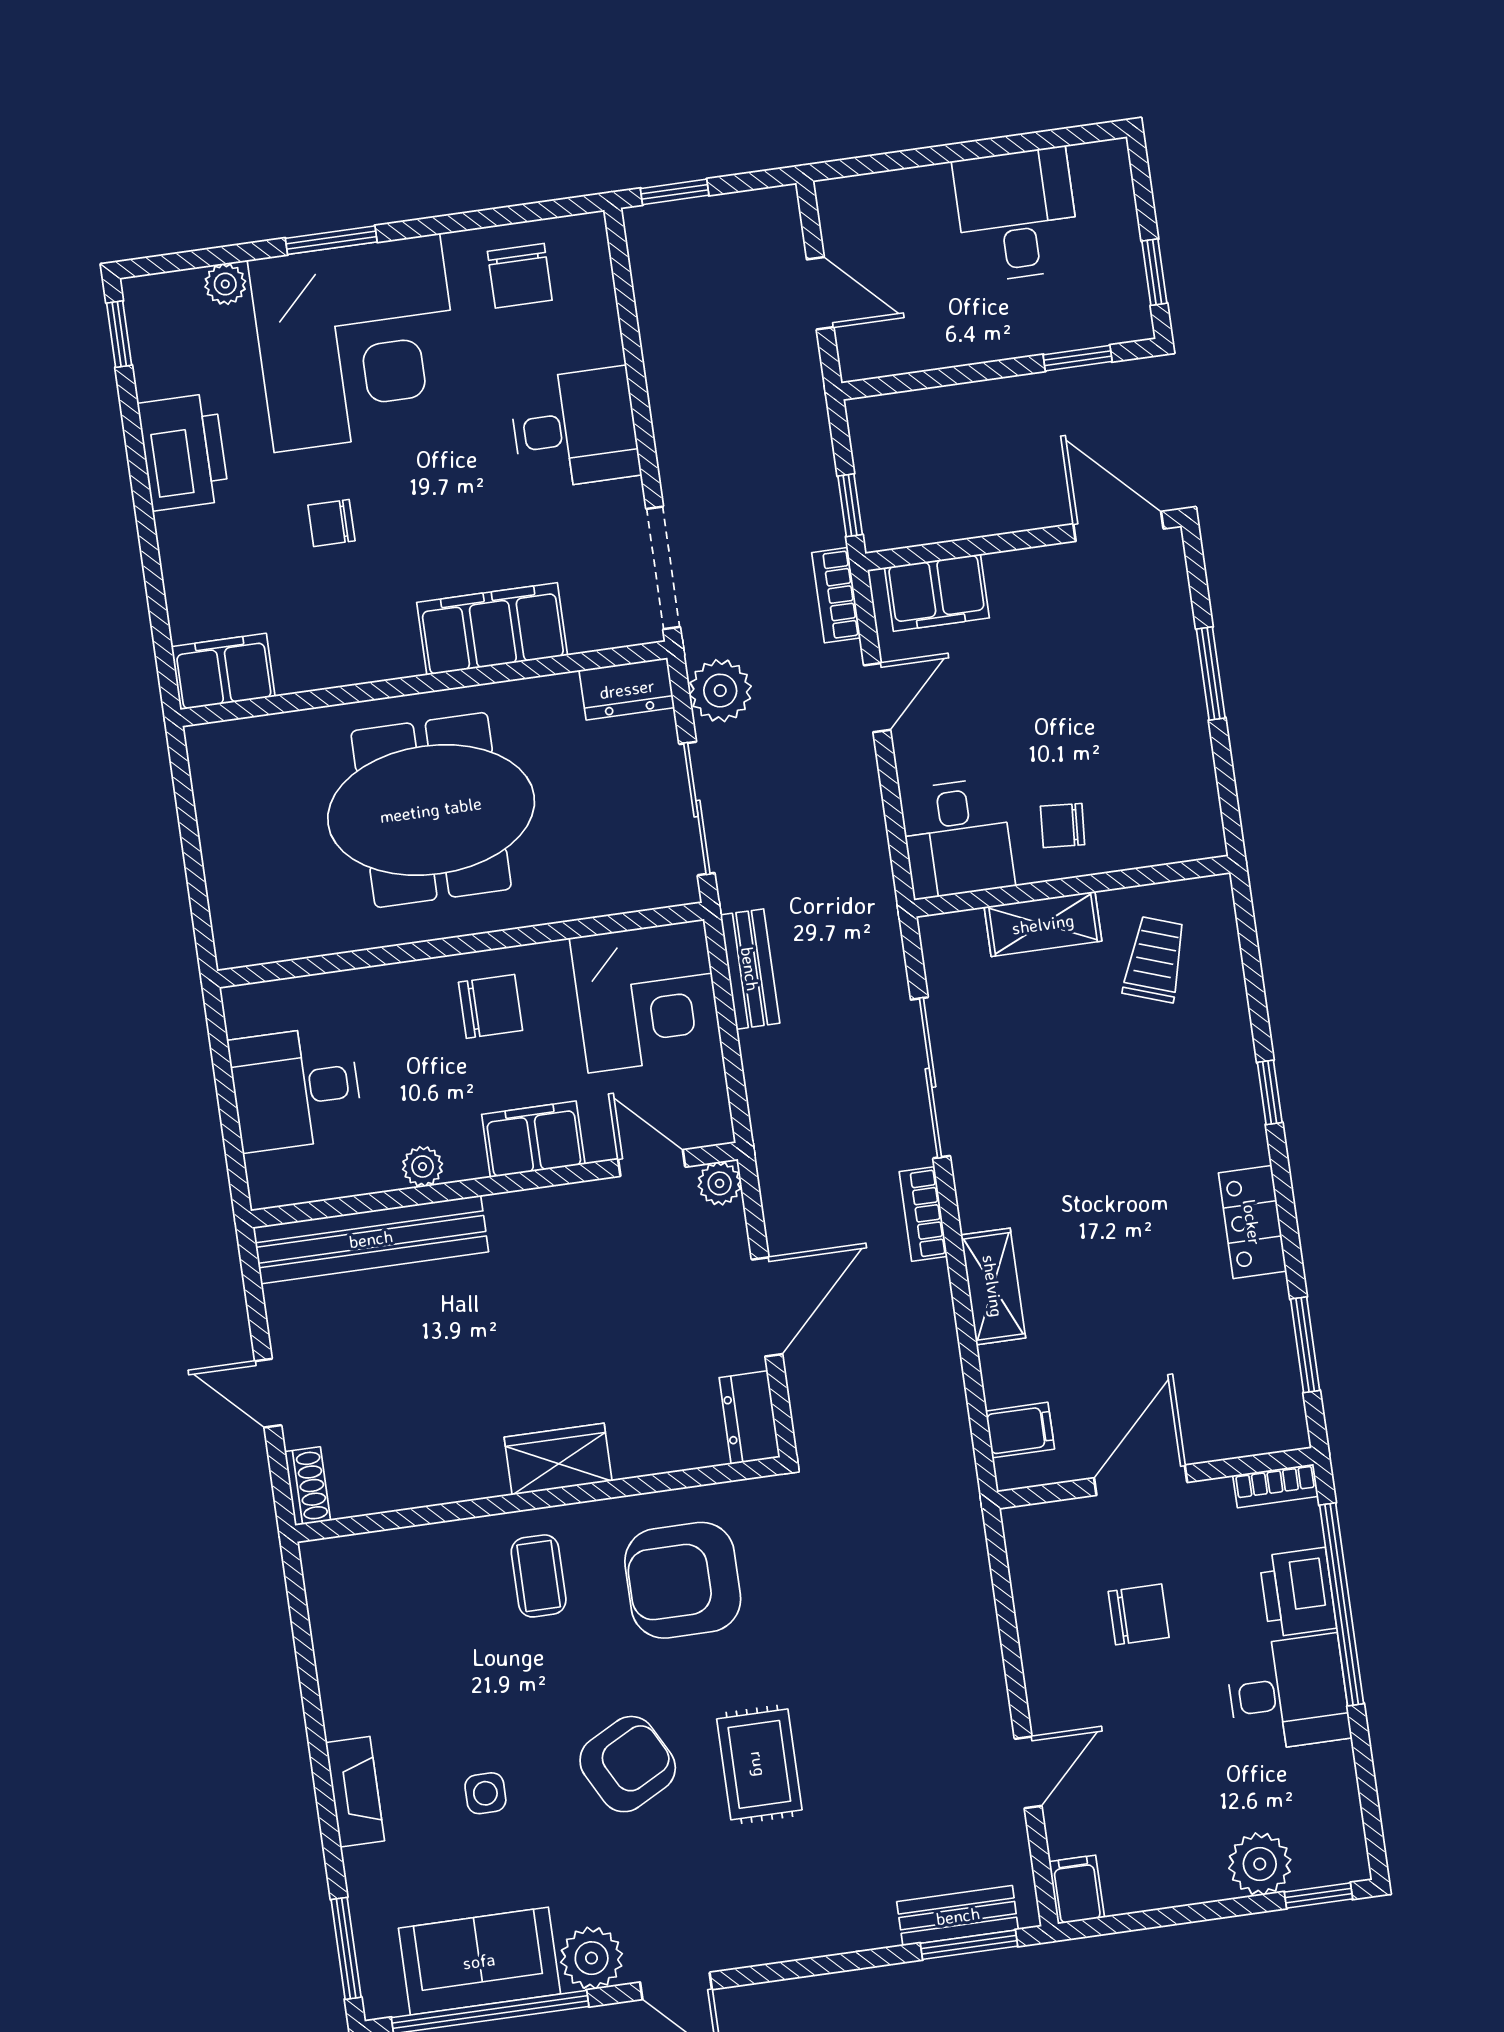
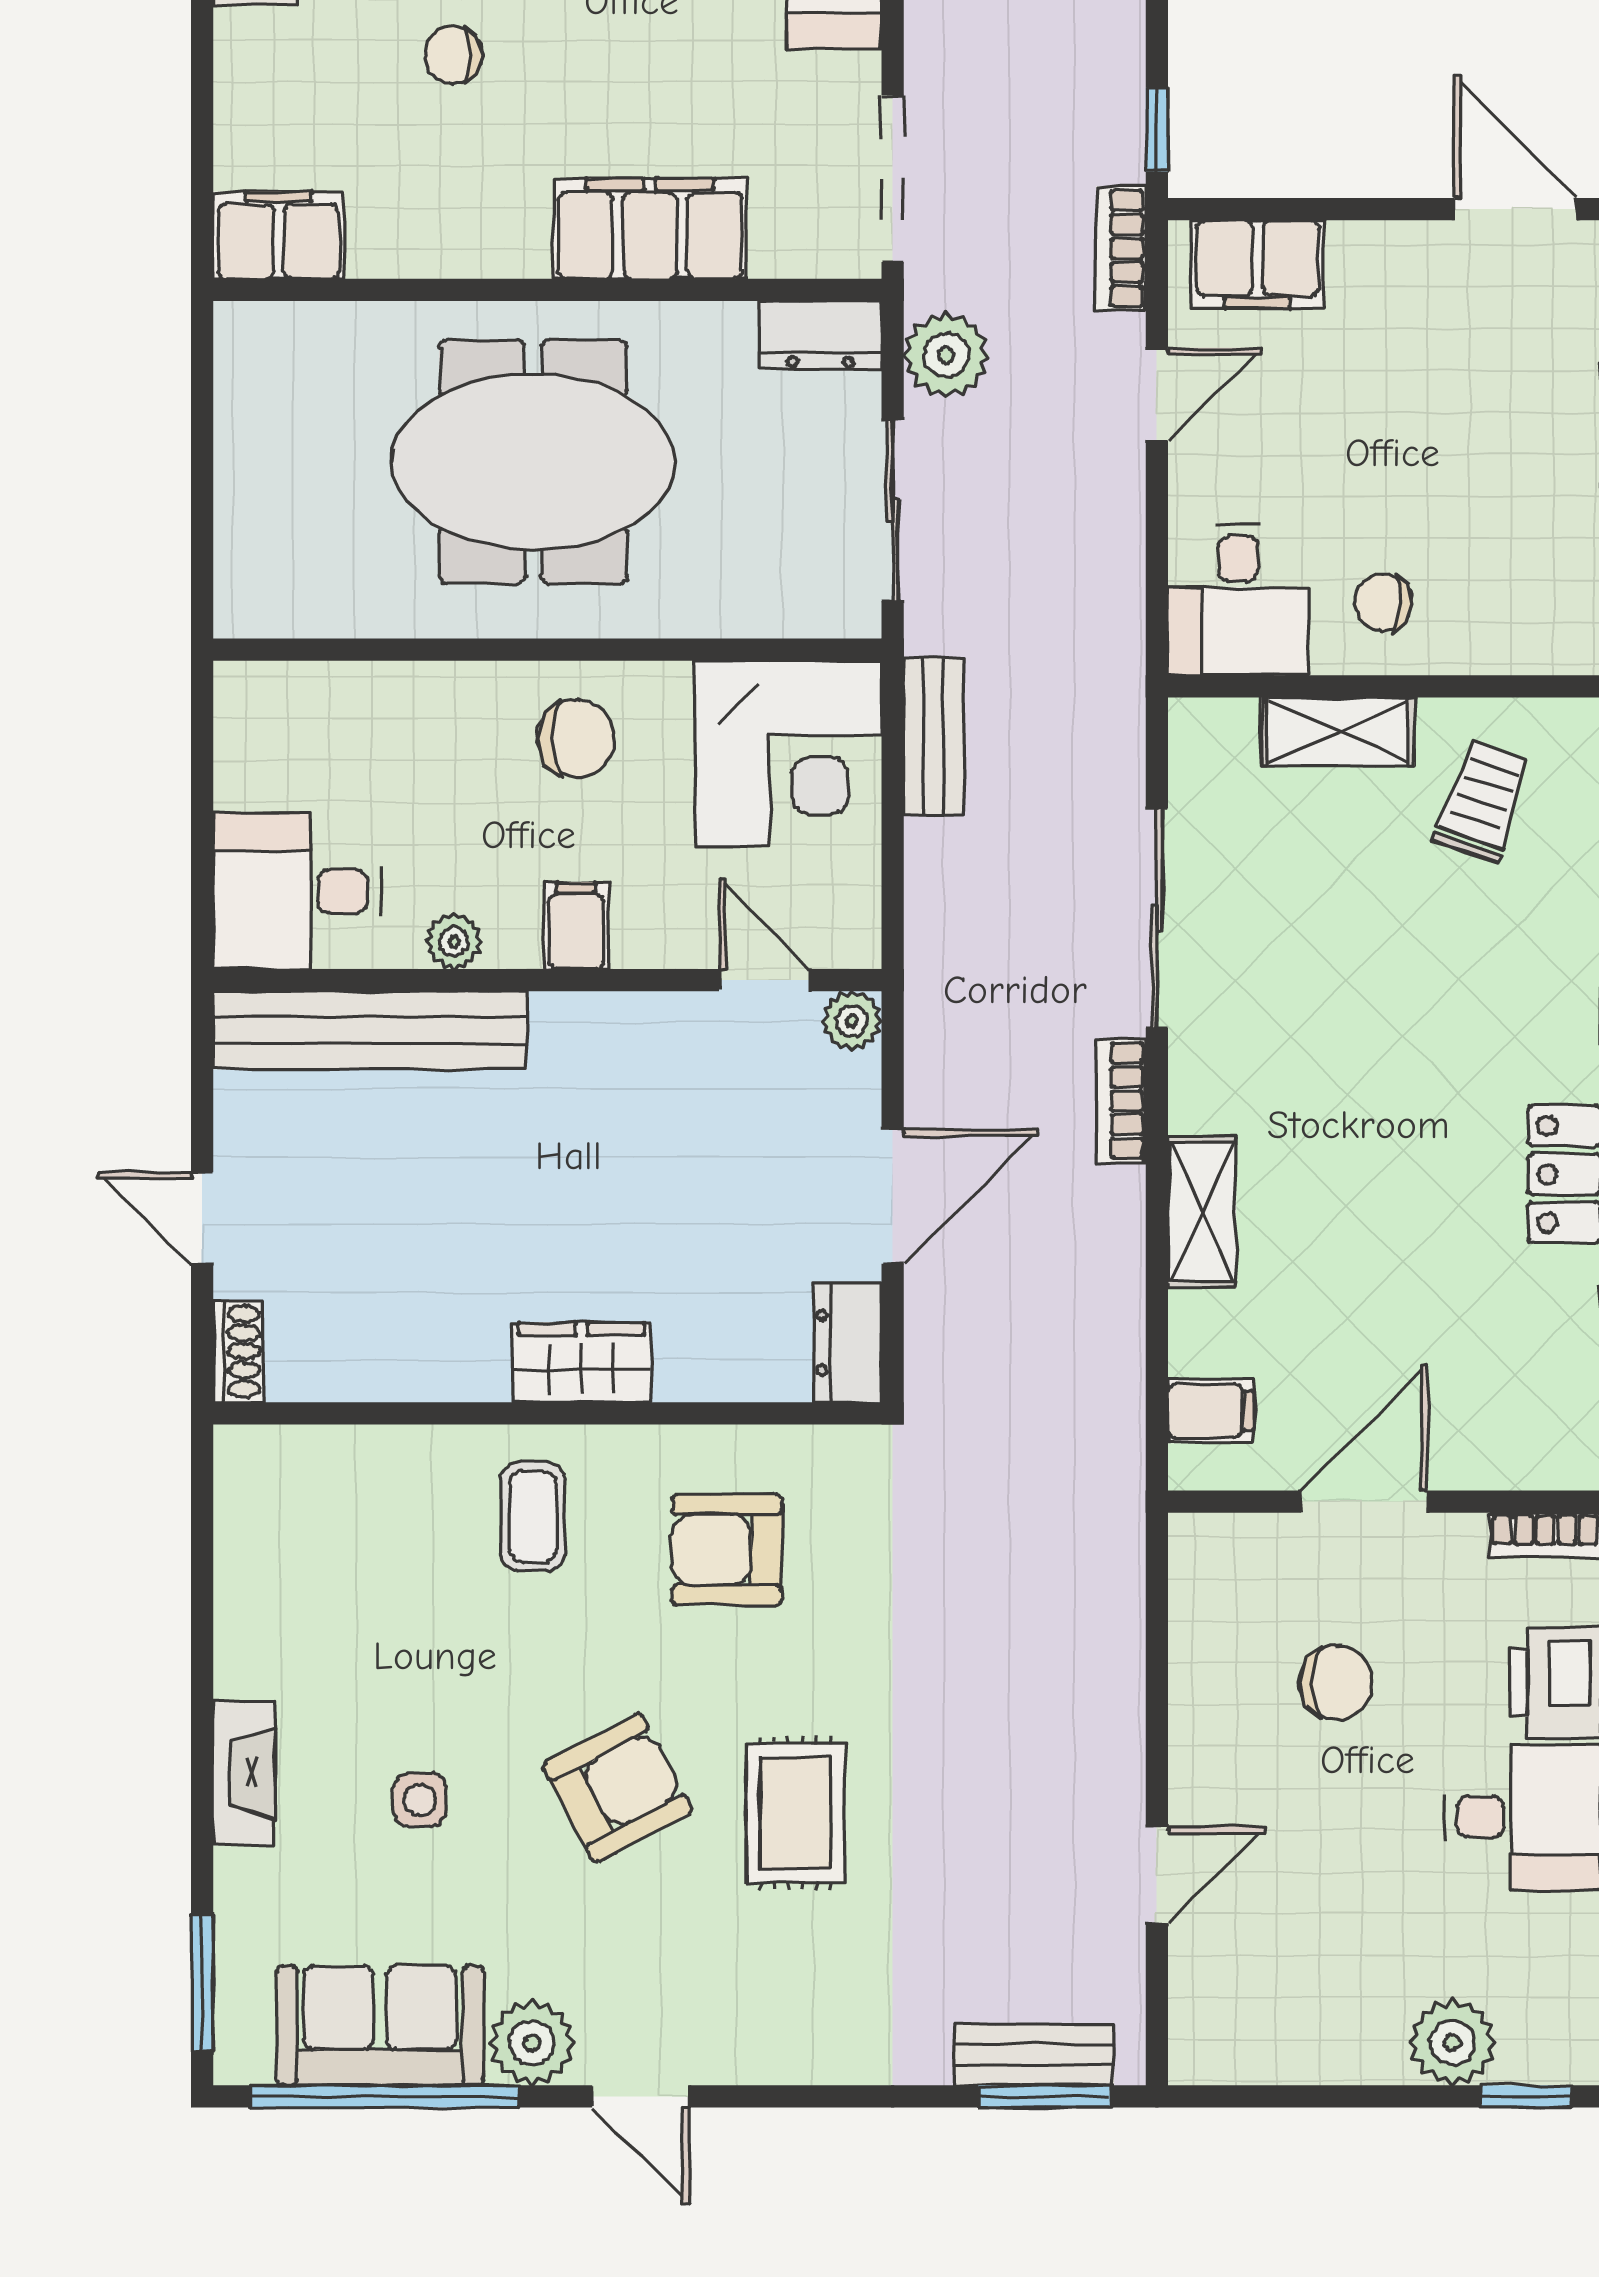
desk: (296, 1089) -> (297, 891), moved
filing cabinet: (533, 1139) -> (576, 926), width x0.50
armchair: (683, 1580) -> (727, 1550), width x0.73, depth x0.73
filing cabinet: (1077, 1890) -> (1200, 2042), removed

